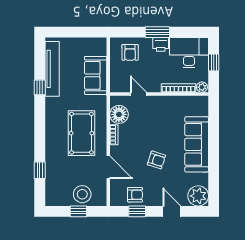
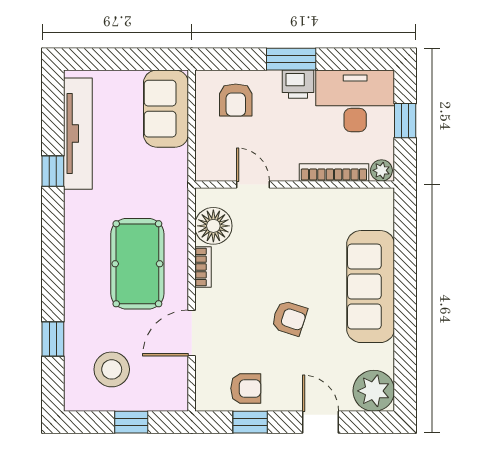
sofa: (96, 75) -> (166, 109), moved
door: (108, 167) -> (192, 333), swing flipped
stool: (82, 194) -> (112, 369), moved

